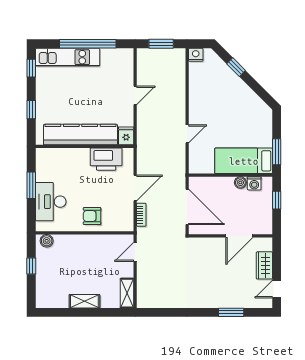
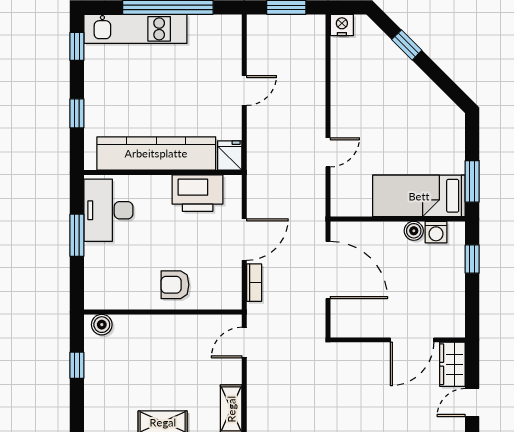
desk: (51, 202) -> (108, 210), moved
wall: (230, 236) -> (398, 340), moved
door: (239, 236) -> (412, 340), moved

